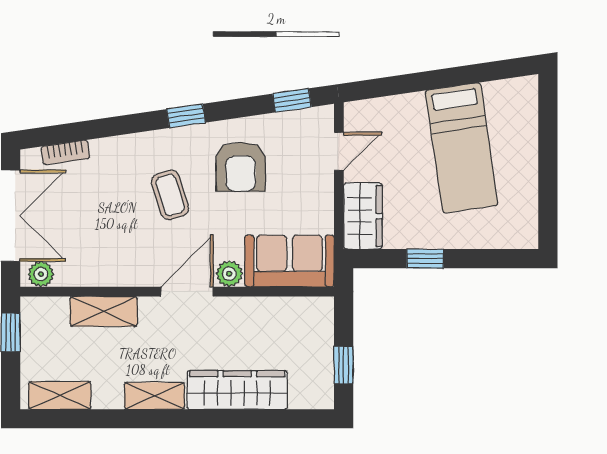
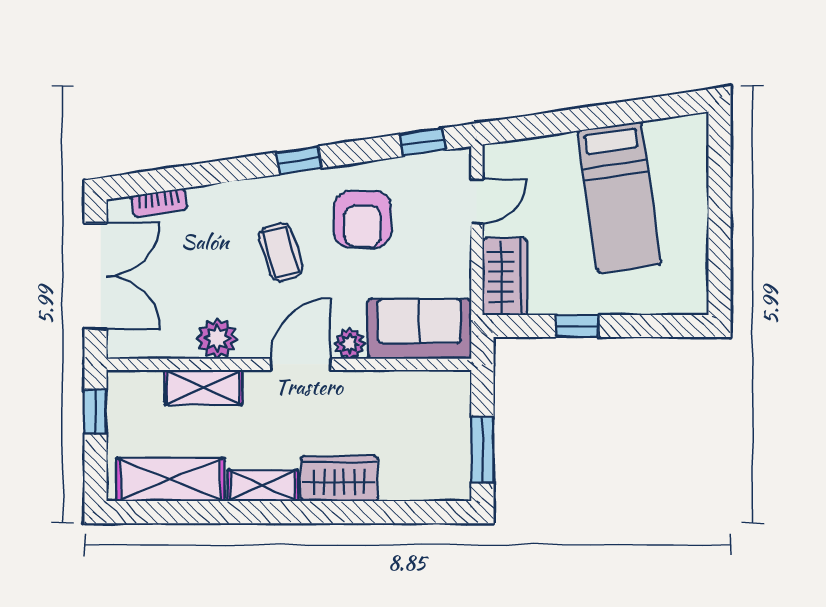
plant: (41, 274) -> (217, 338), moved, width x1.38, depth x1.38
window: (344, 365) -> (482, 450), width x1.50
wardrobe: (237, 390) -> (339, 479), width x0.67
shelving: (60, 395) -> (171, 479), width x1.50, depth x1.33

